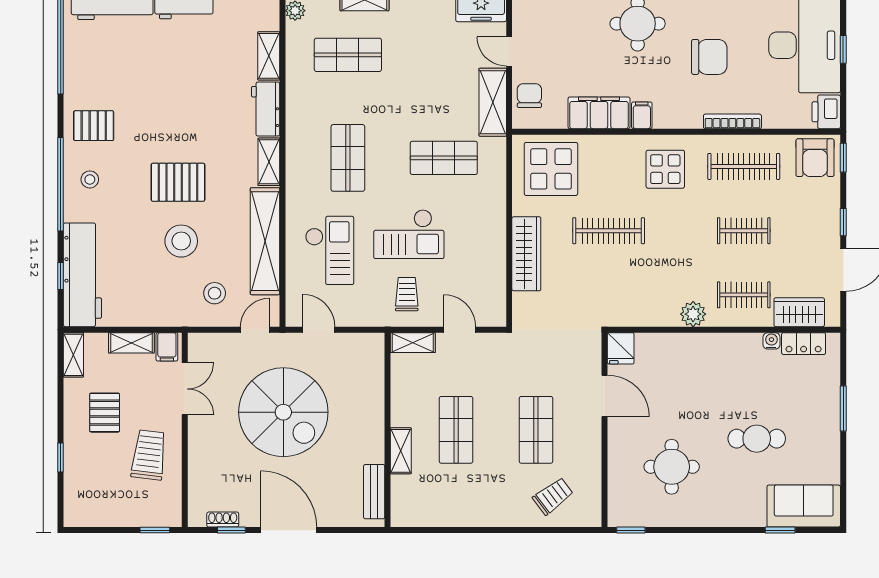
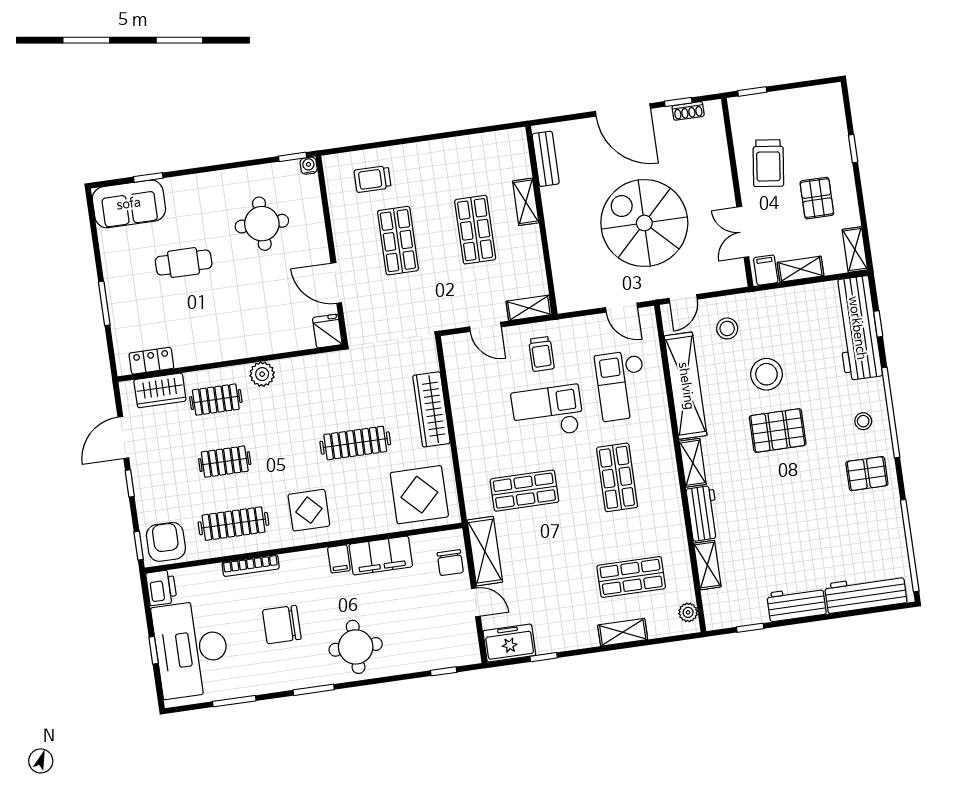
water cooler: (771, 341) -> (309, 166), moved, turned 180
trolley: (553, 496) -> (373, 179), turned 37

